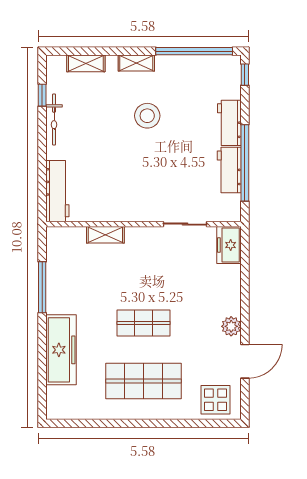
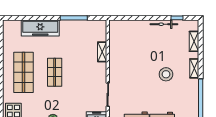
workbench: (57, 191) -> (125, 26), removed

